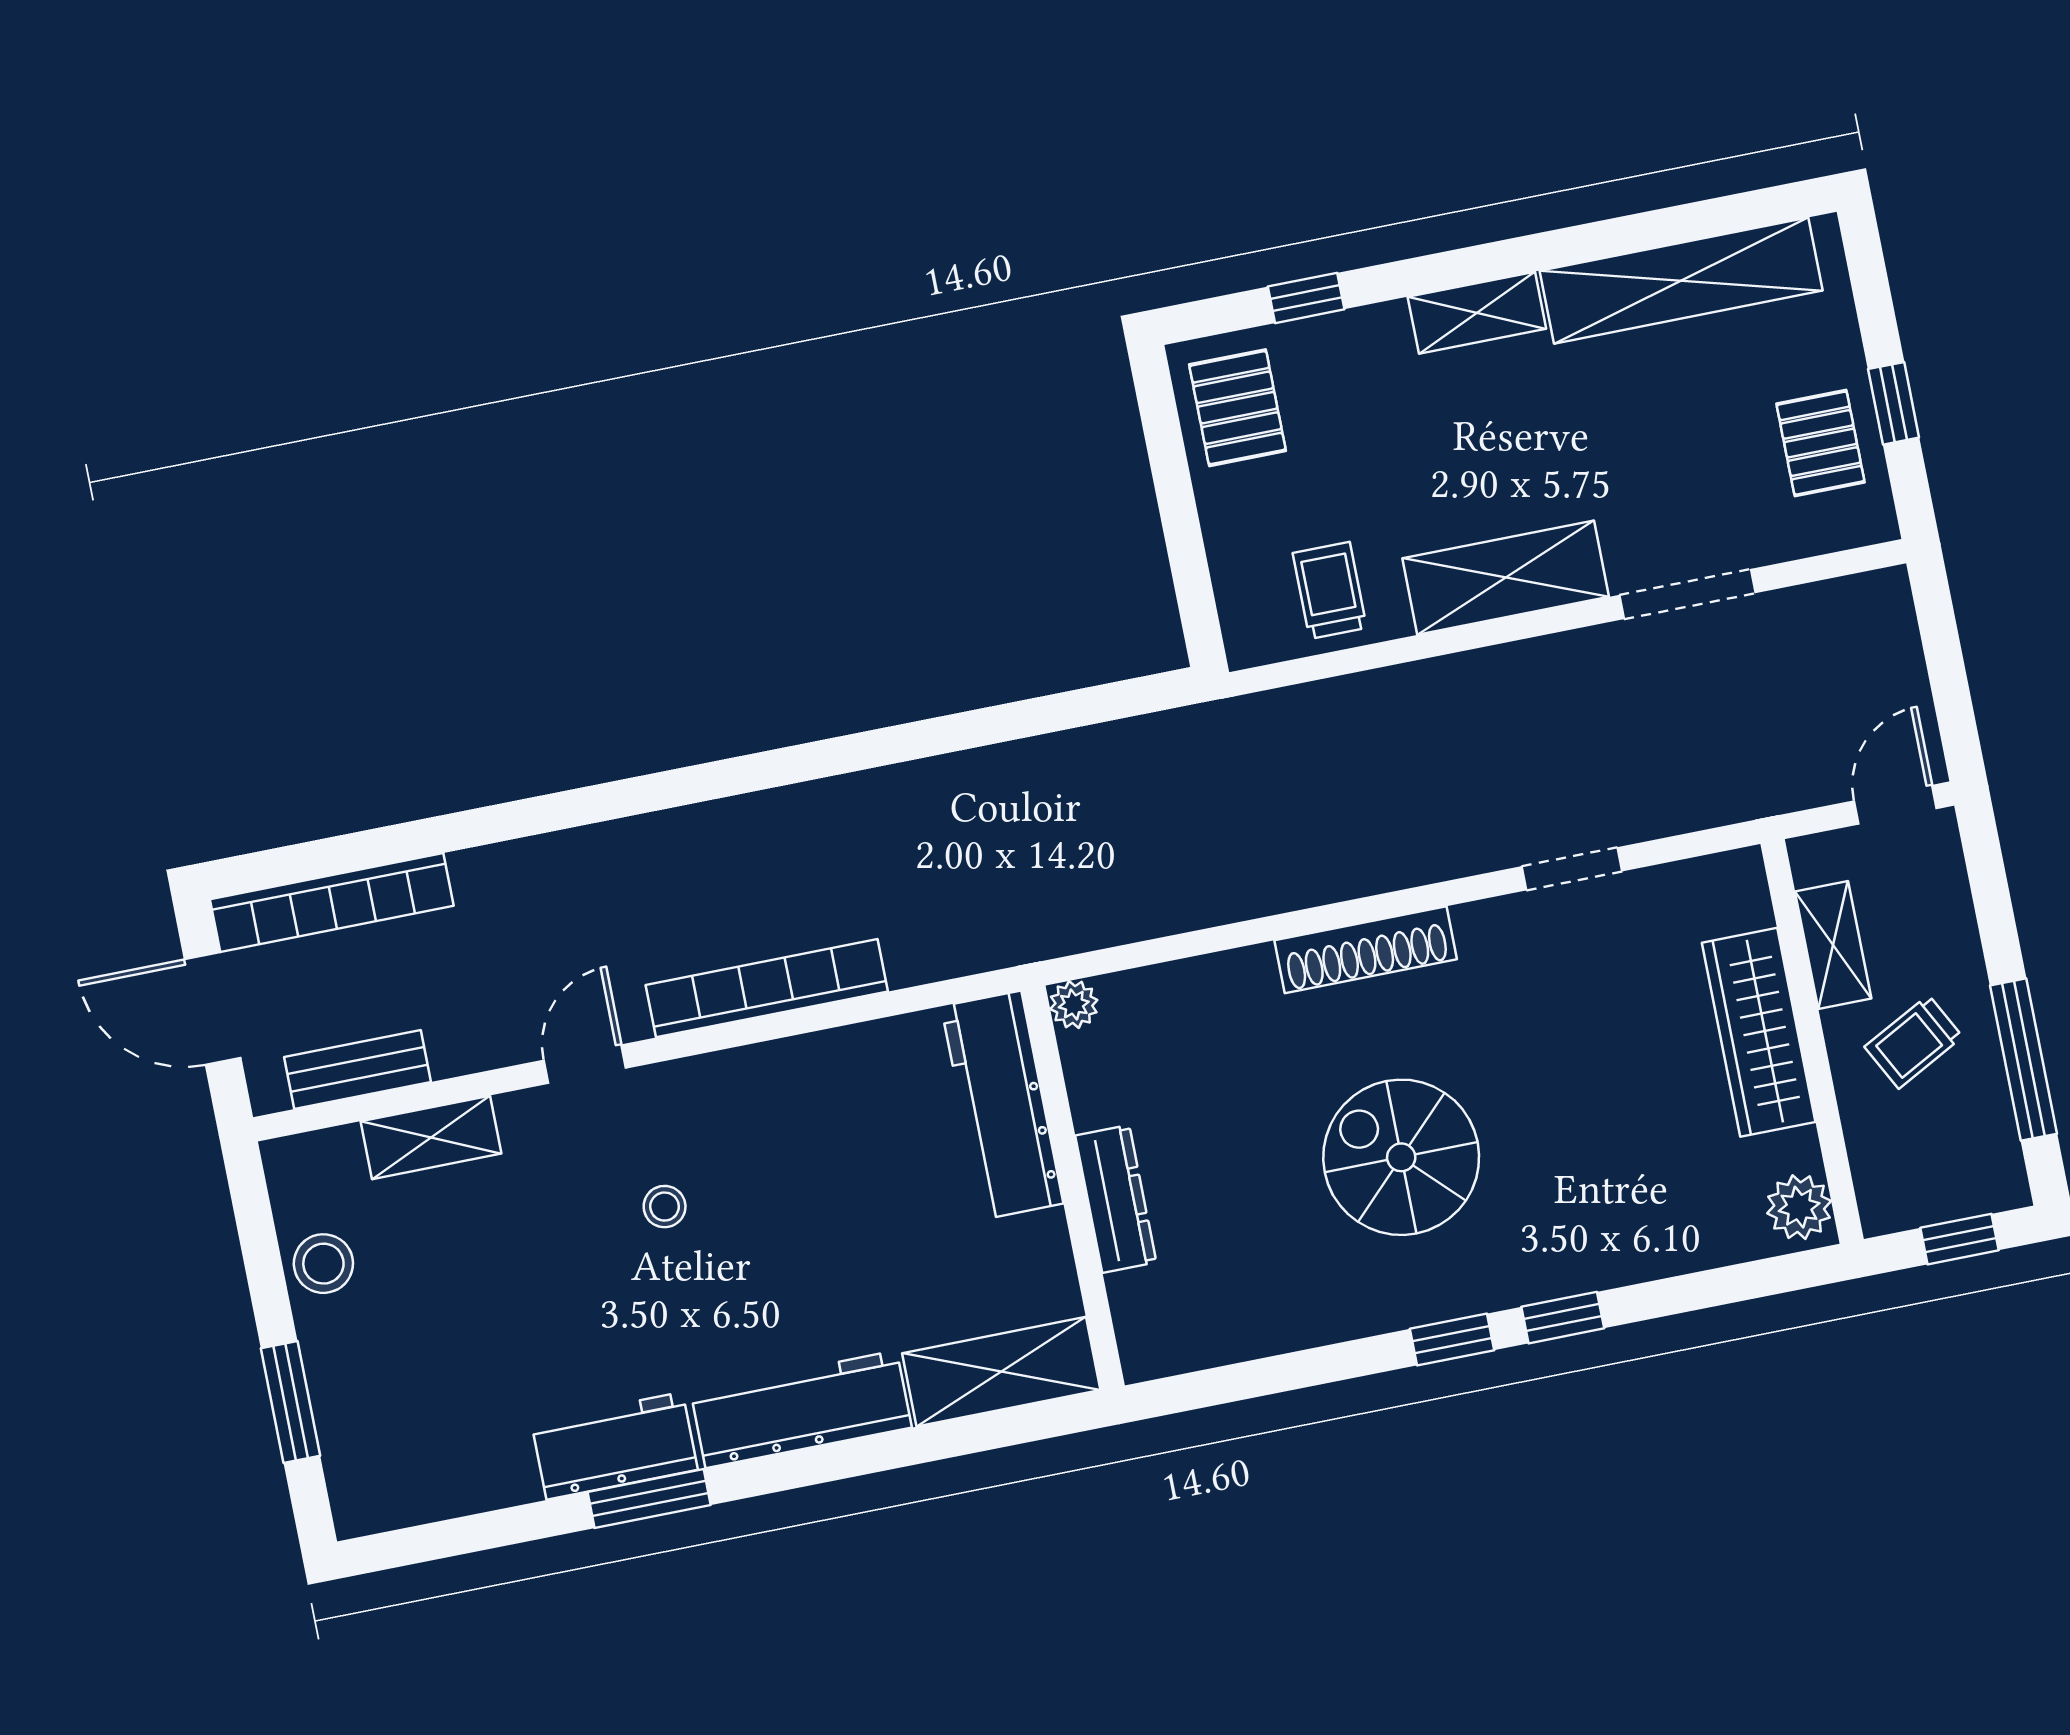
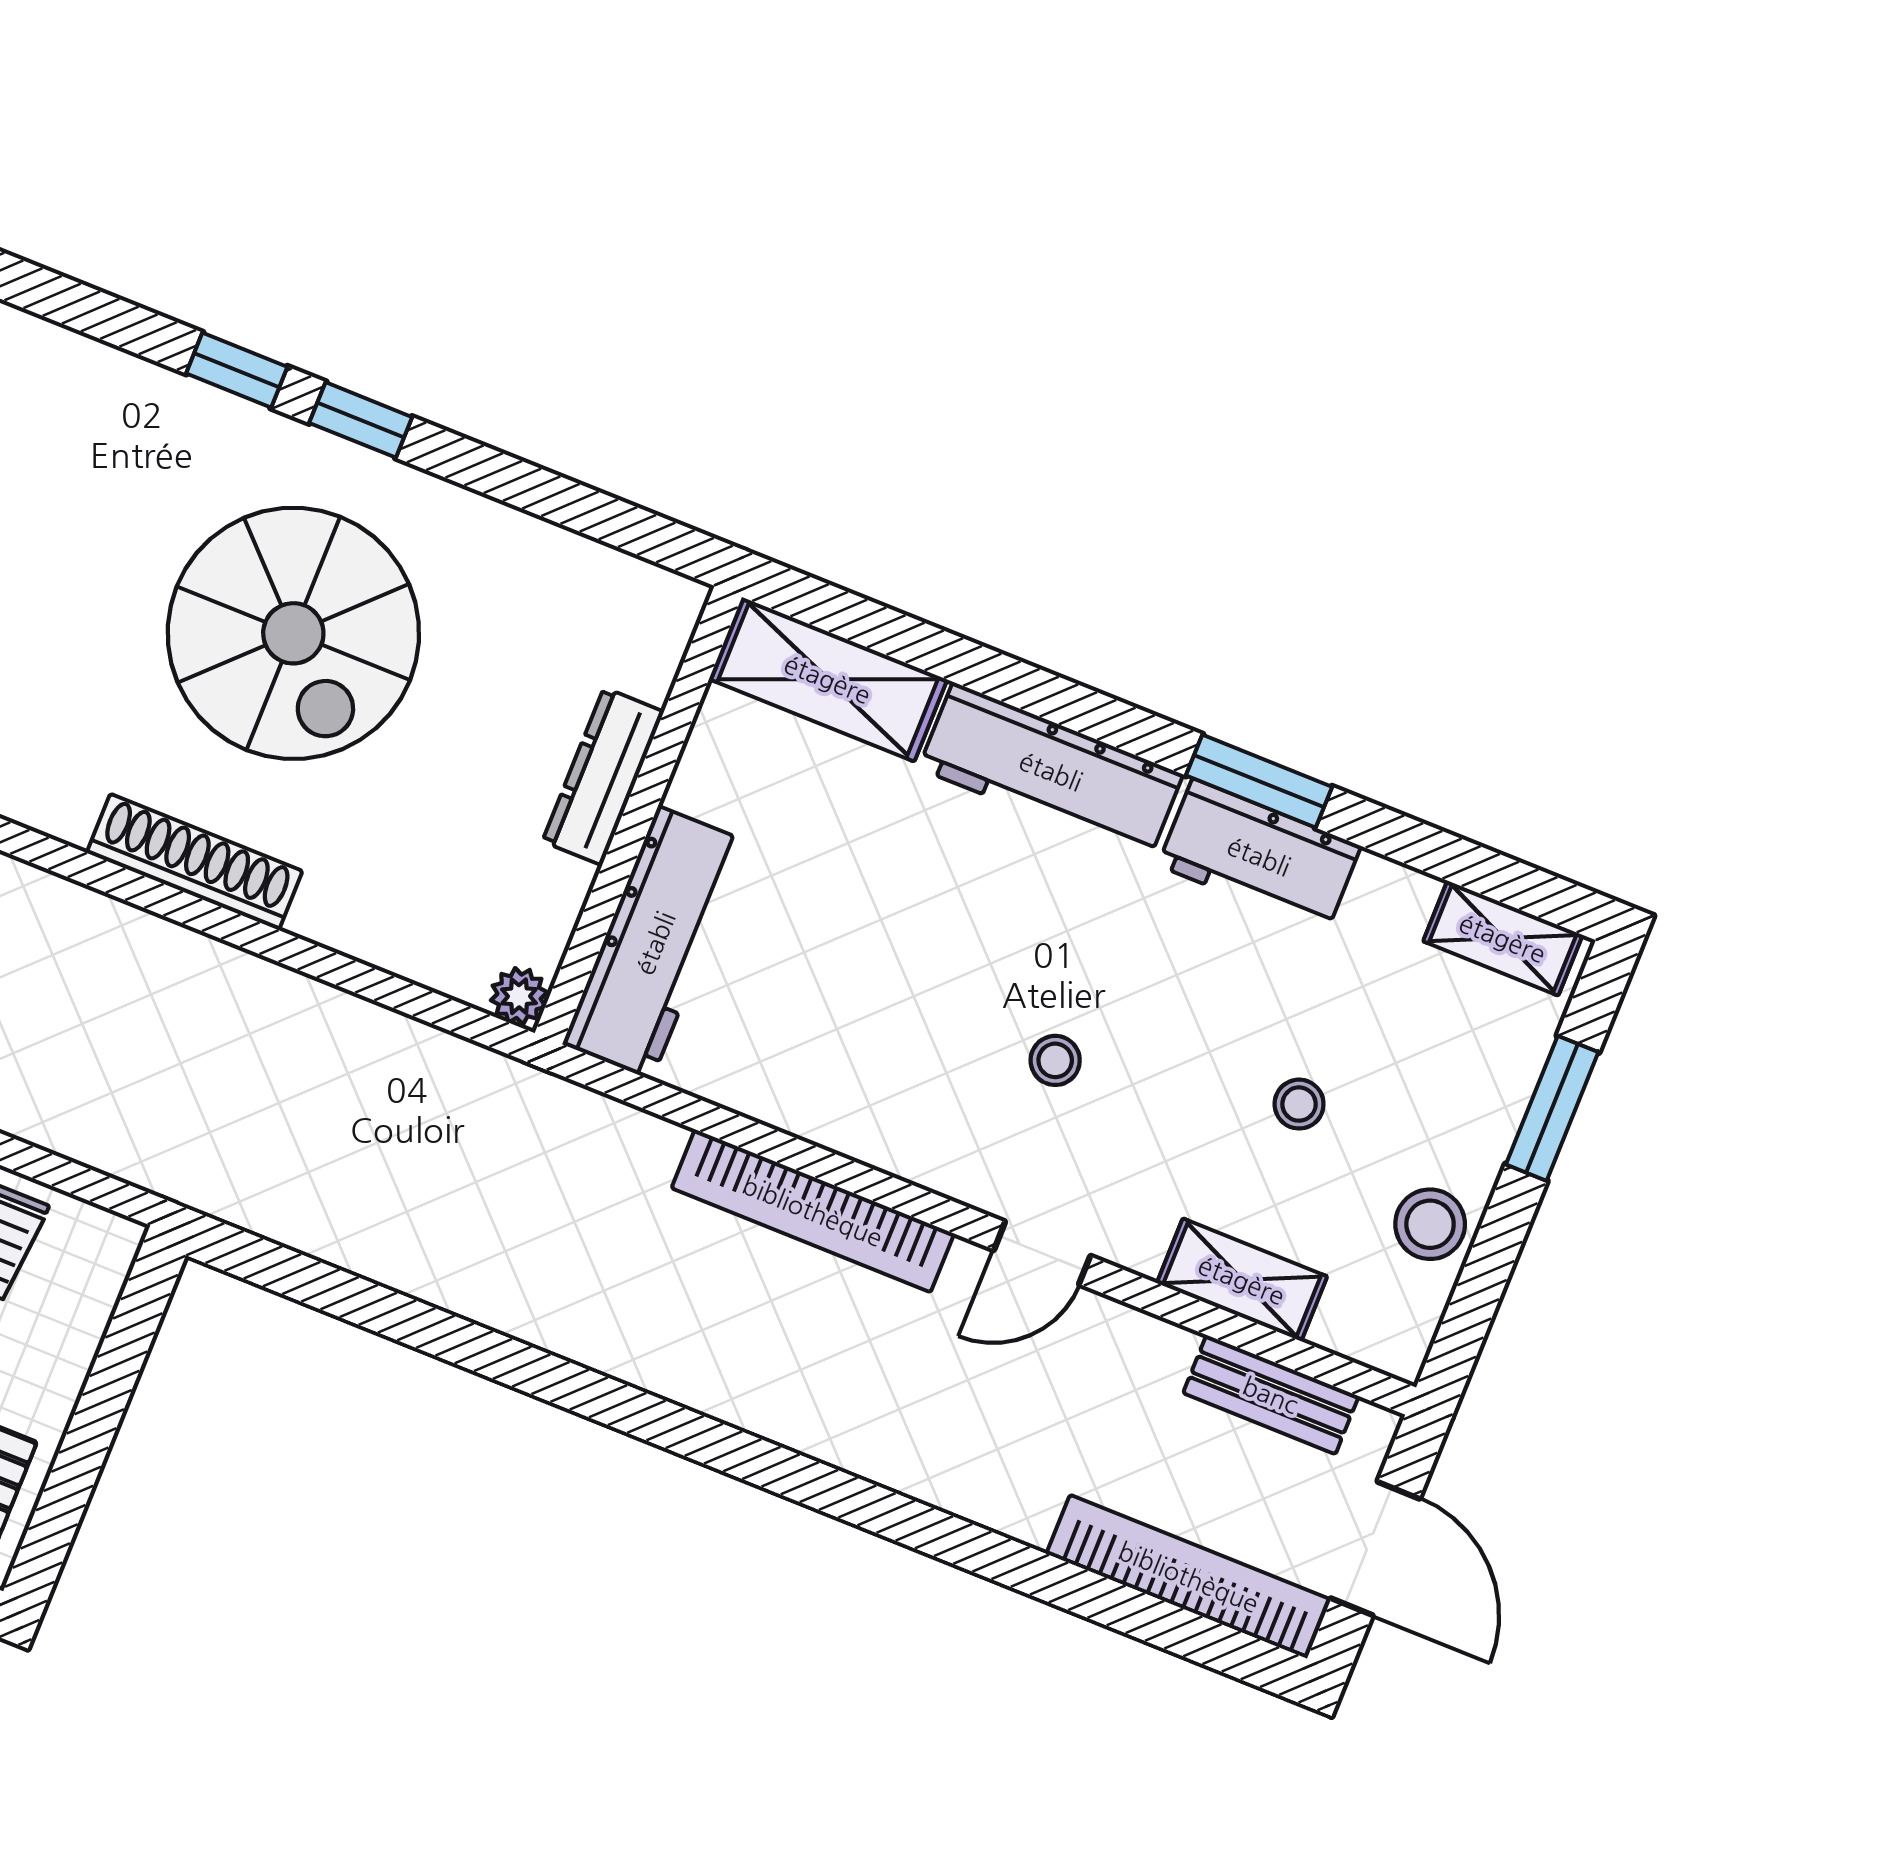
spiral stairs: (1401, 1157) -> (293, 633), width x1.37, depth x1.37
stool: (472, 1288) -> (1299, 1104), added
shelving: (404, 1500) -> (1503, 938), added

